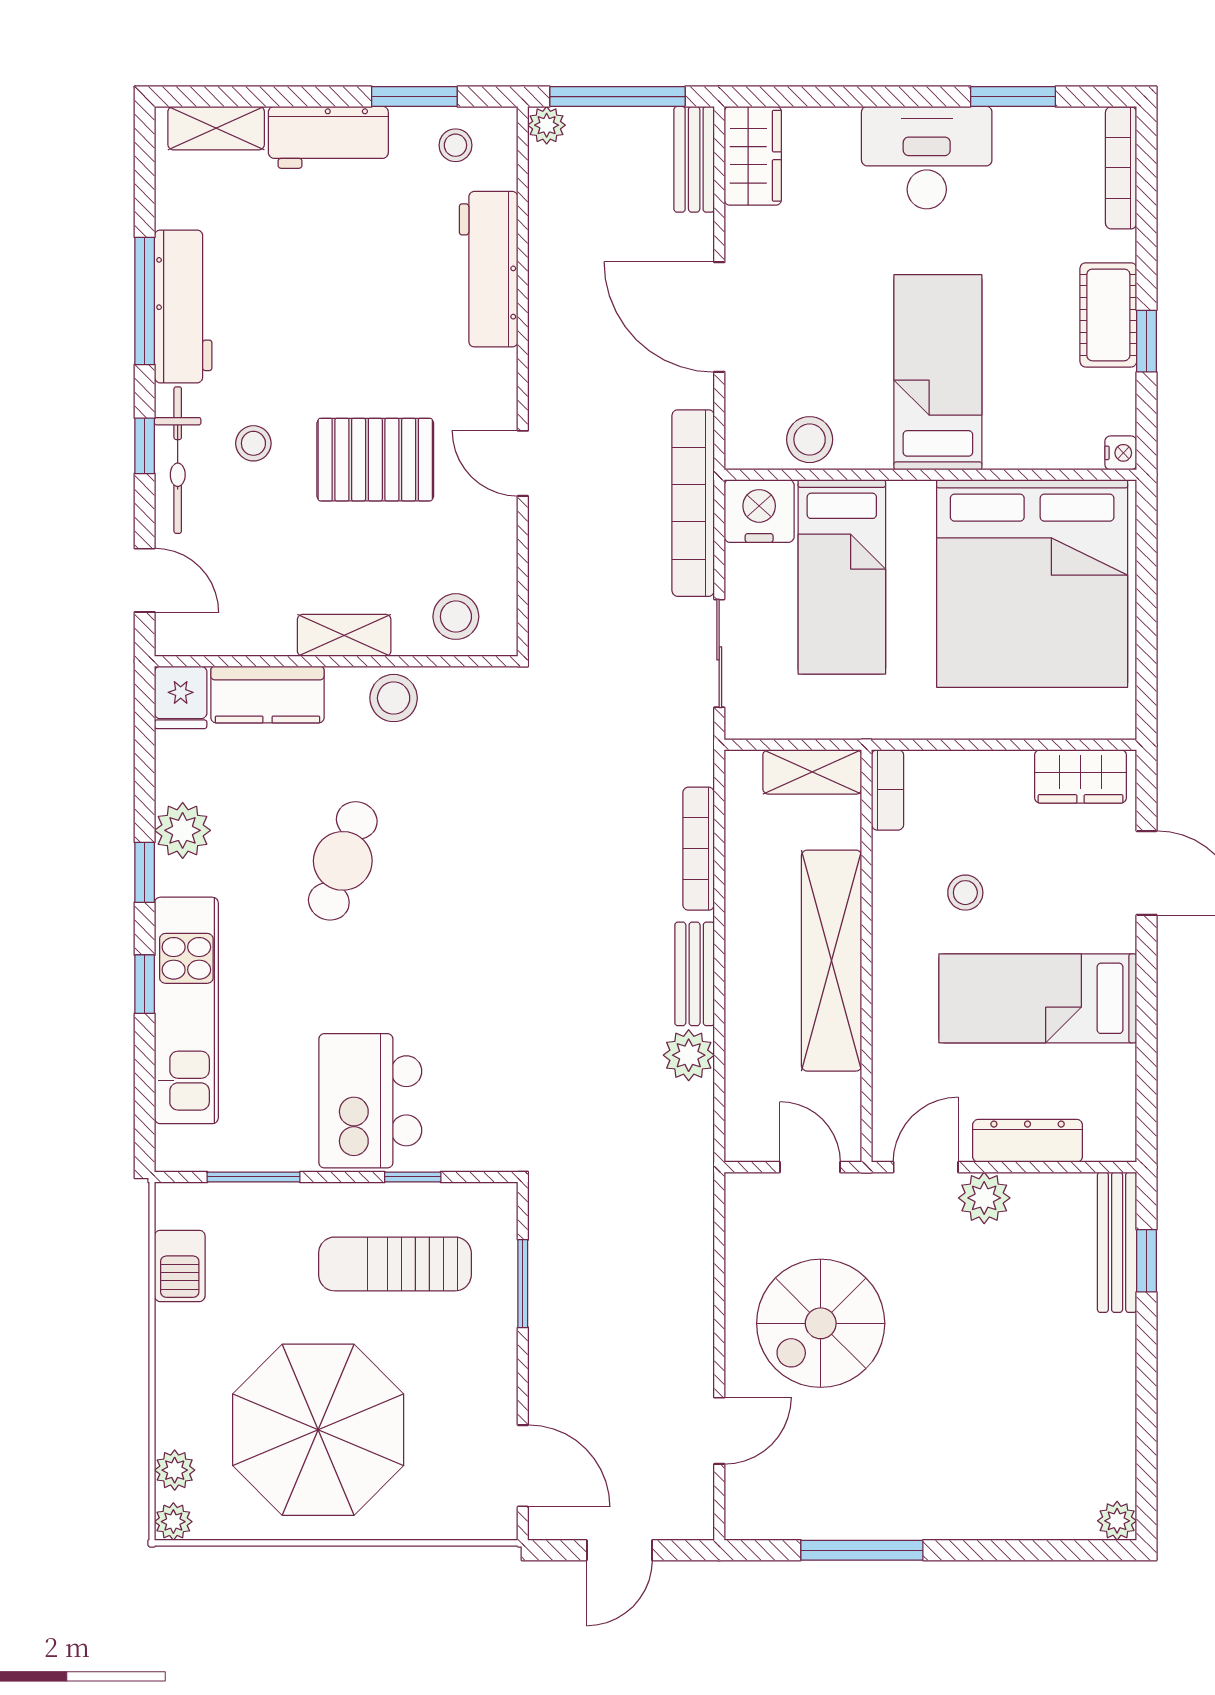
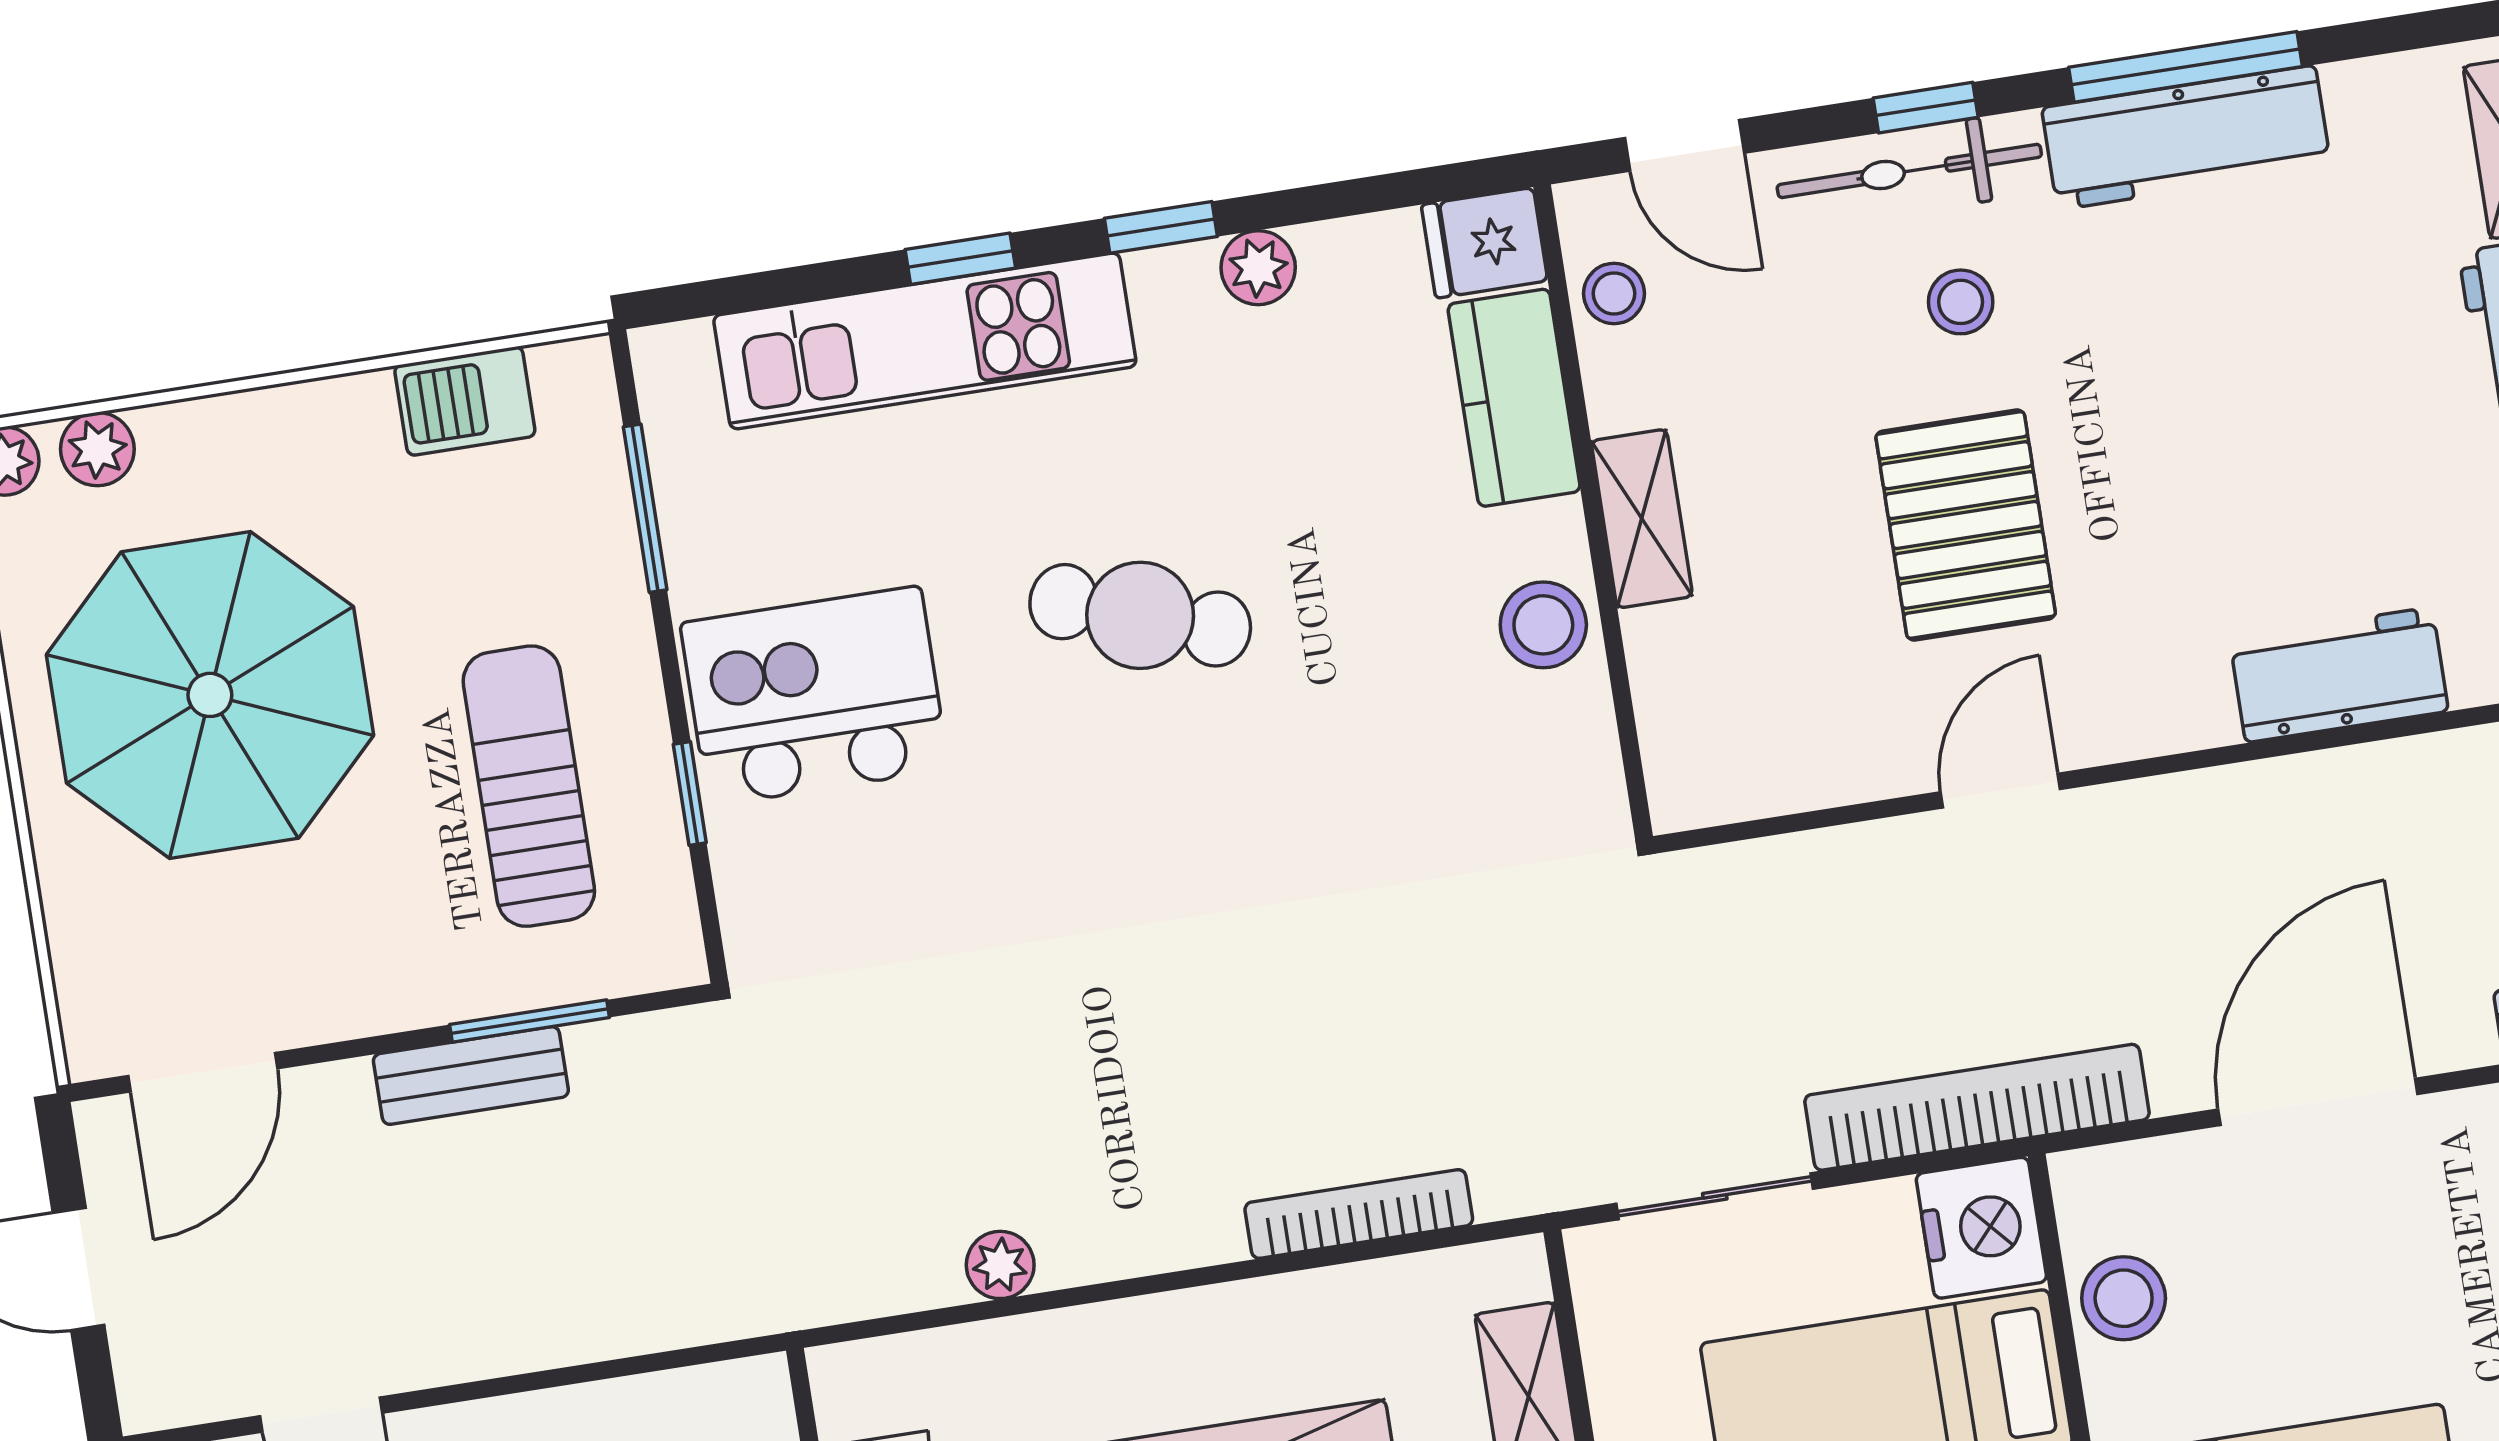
workbench: (489, 269) -> (2339, 675), width x0.73
door: (145, 580) -> (1684, 145), hinge flipped
stool: (456, 617) -> (1614, 293), moved, width x0.73, depth x0.73
plant: (183, 830) -> (1258, 268), width x0.73, depth x0.73
cafe table: (343, 861) -> (1140, 615), moved
bench: (695, 974) -> (471, 1076), moved
plant: (689, 1055) -> (1000, 1265), width x0.73, depth x0.73

